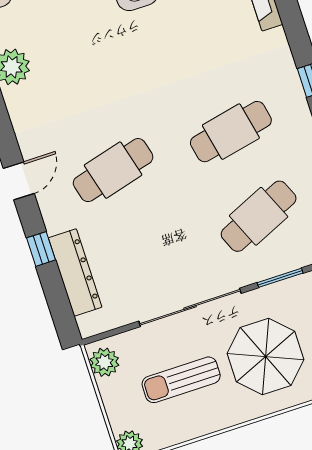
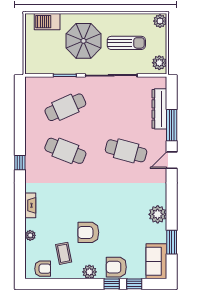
cafe table: (231, 132) -> (65, 151), turned 33
cafe table: (113, 170) -> (126, 151), turned 30
window: (41, 249) -> (172, 125), width x2.17

